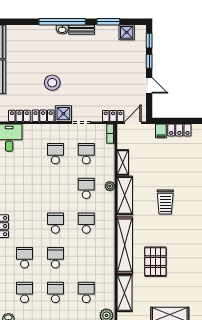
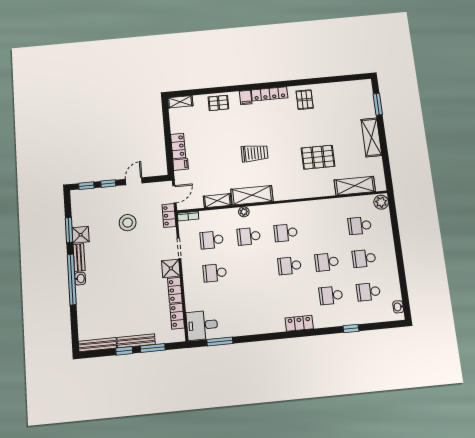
shower: (127, 32) -> (81, 235), moved
stool: (52, 83) -> (128, 223), moved
door: (133, 123) -> (174, 194), swing flipped
shelving: (125, 245) -> (305, 190), removed

